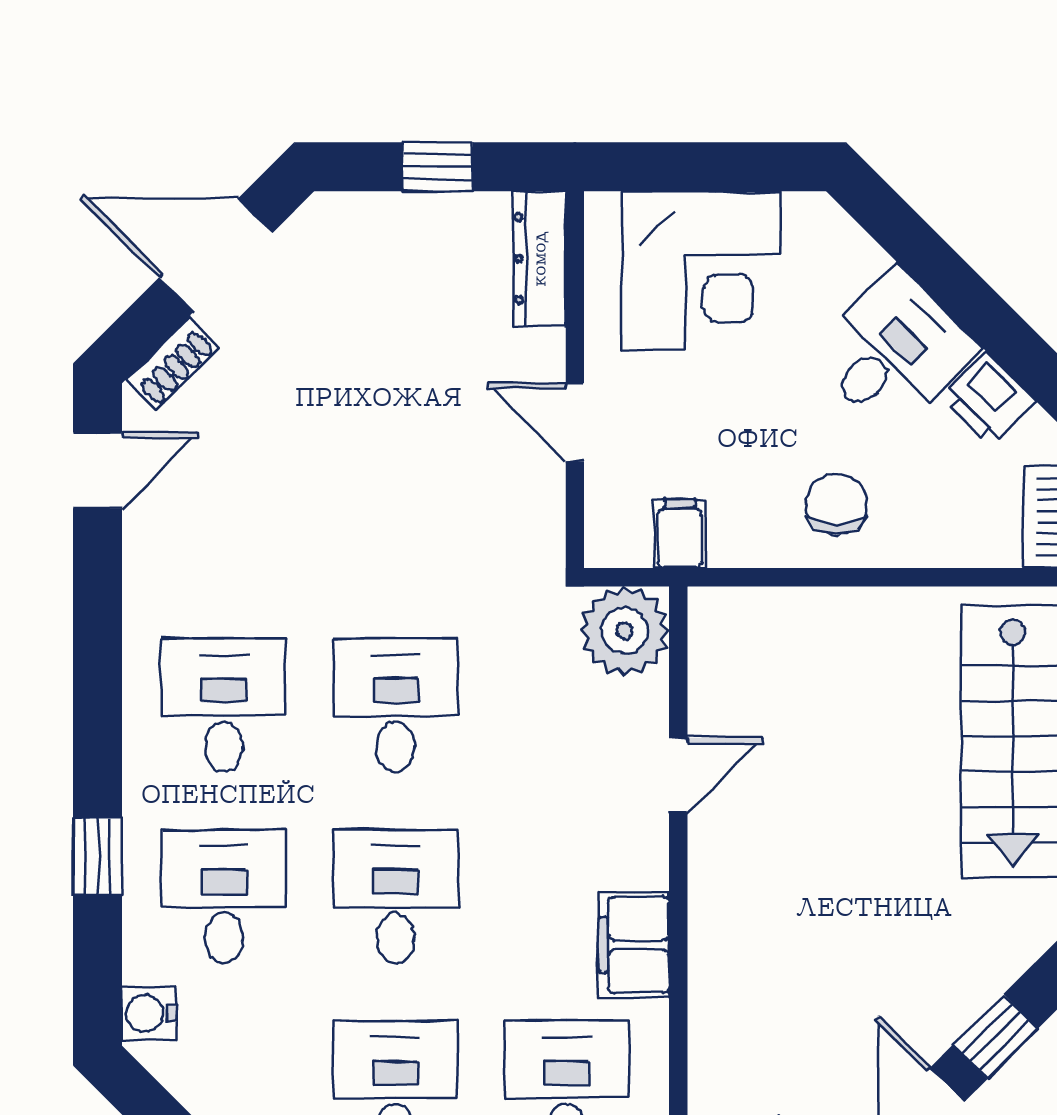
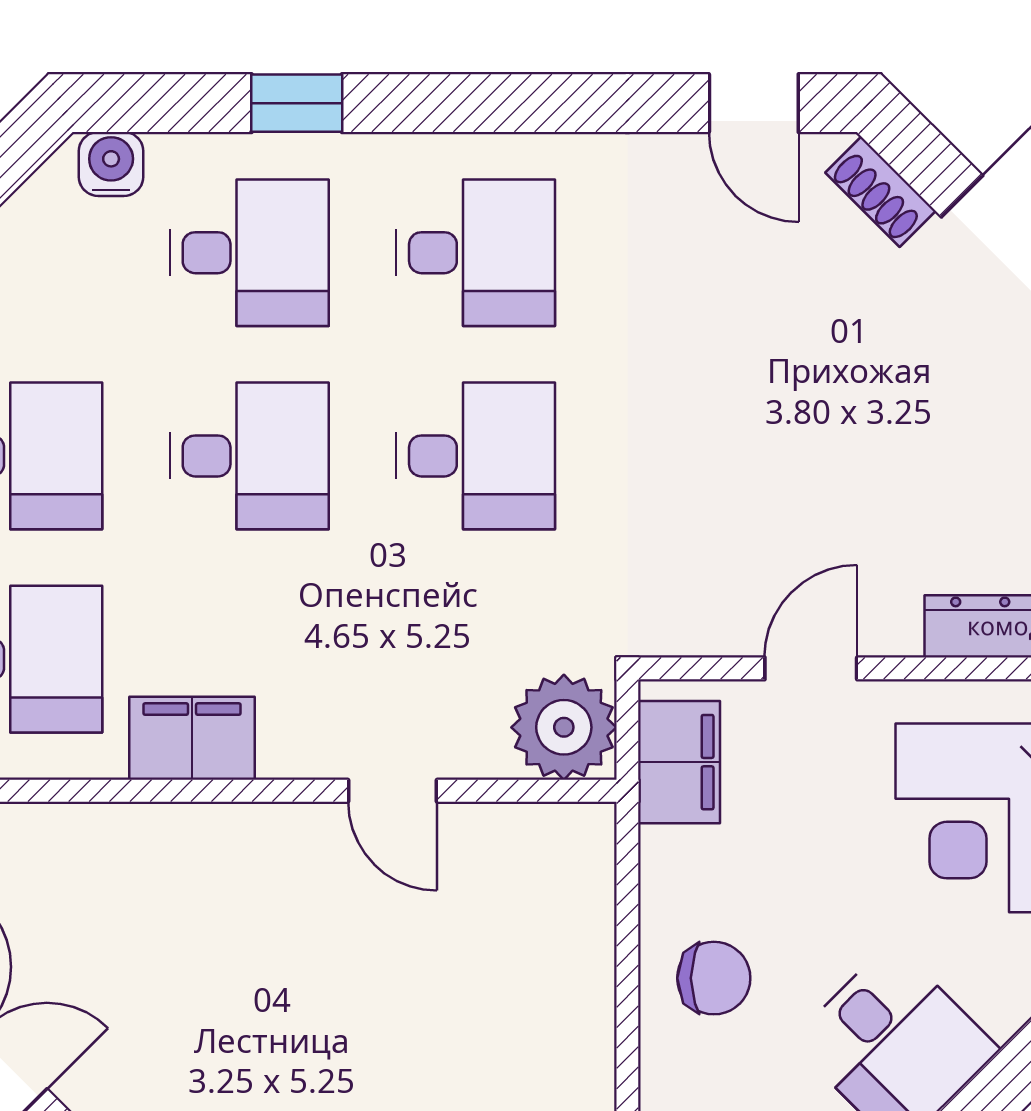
filing cabinet: (680, 534) -> (679, 762), width x2.00

